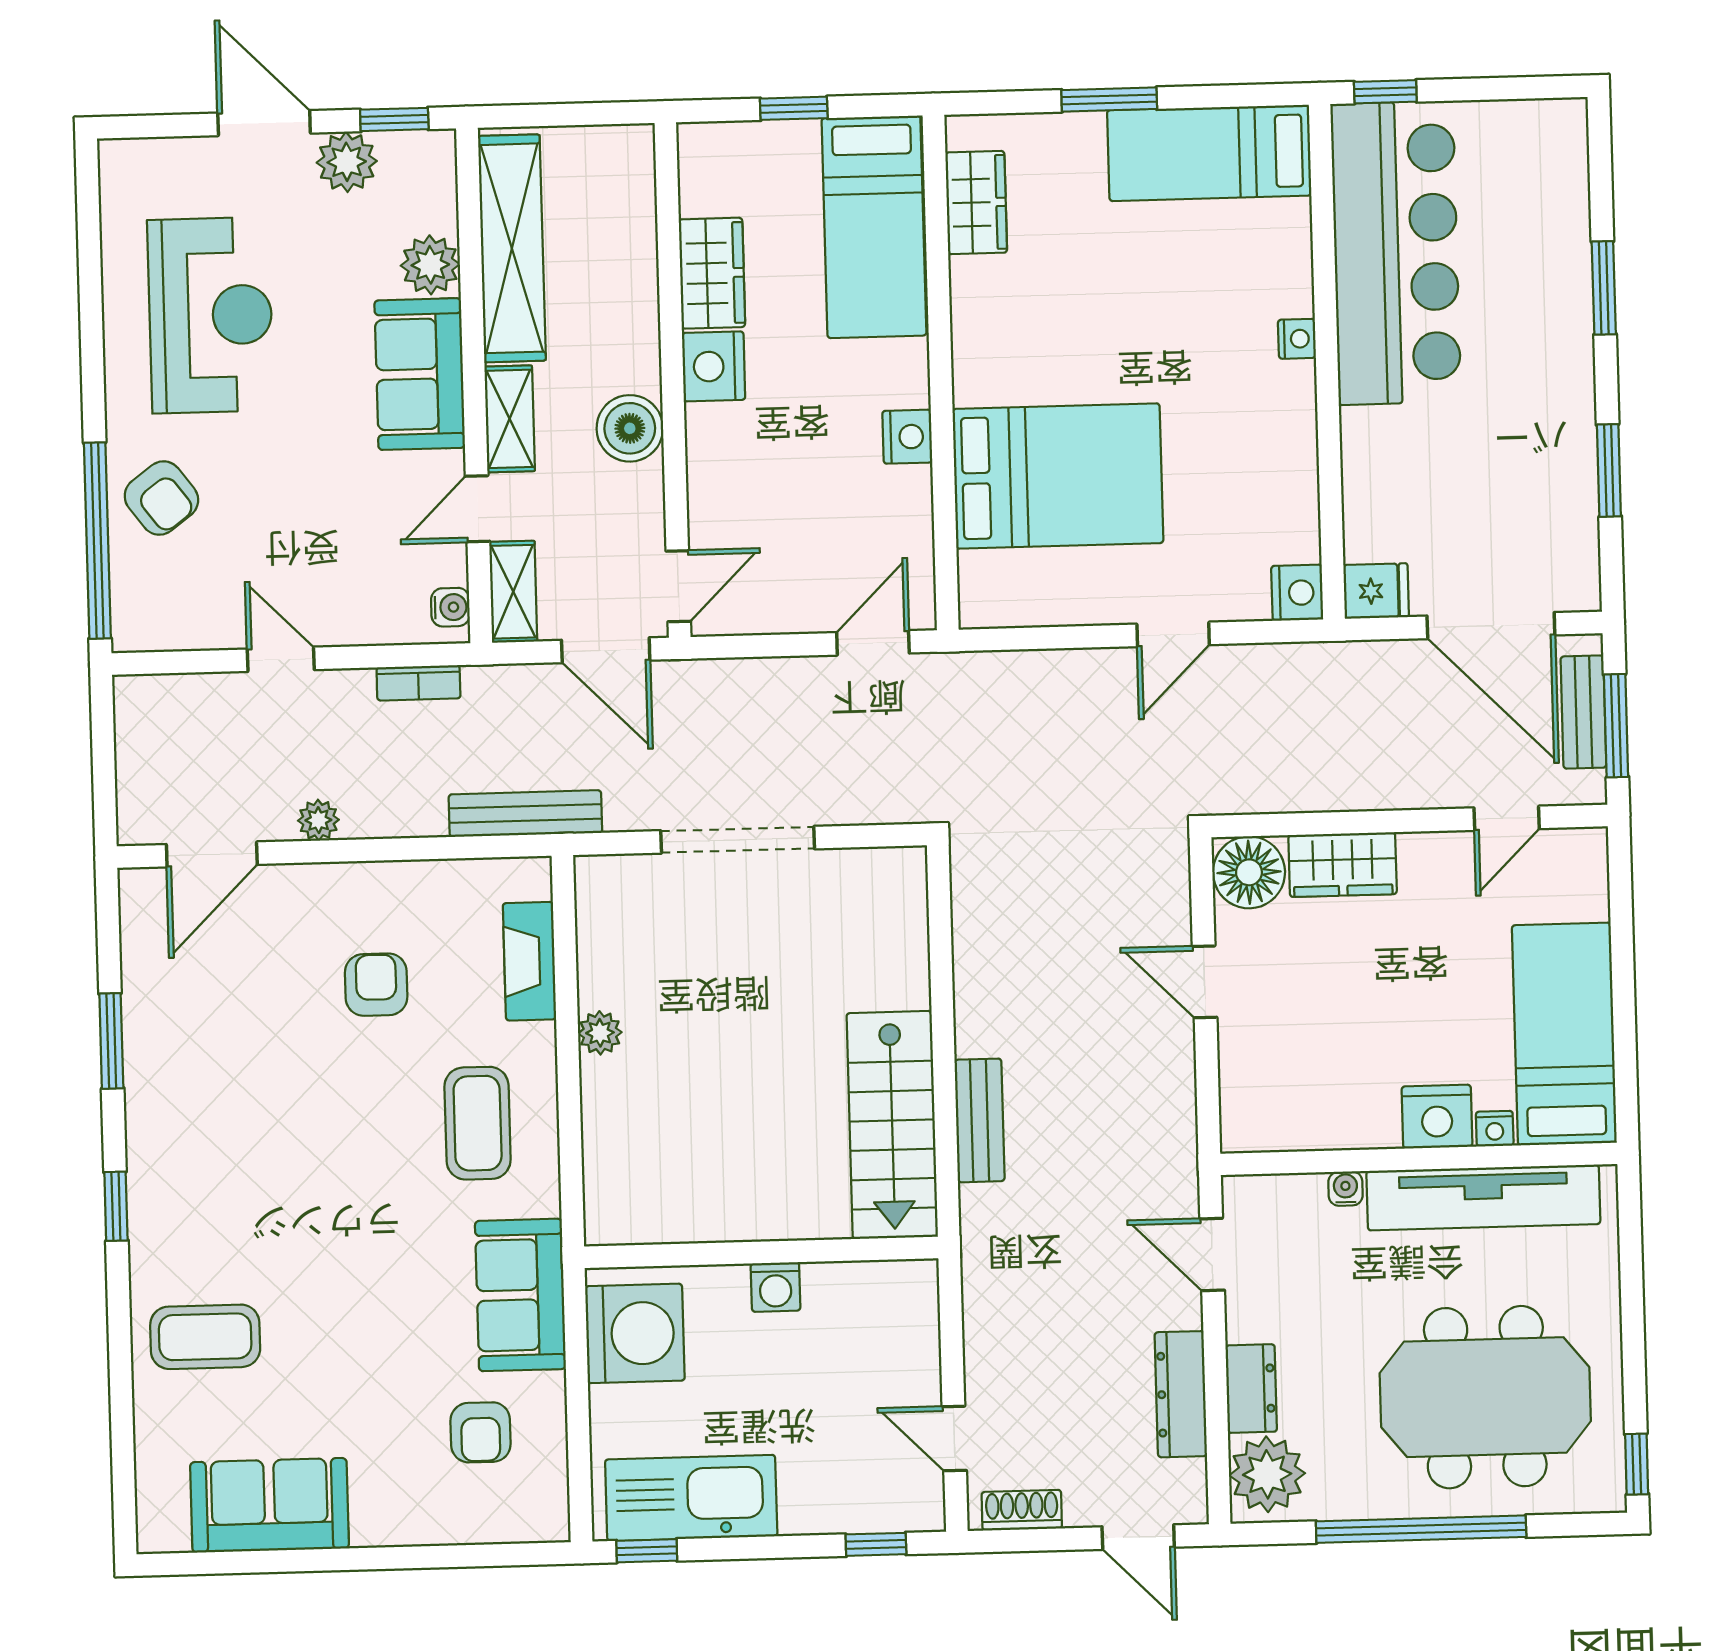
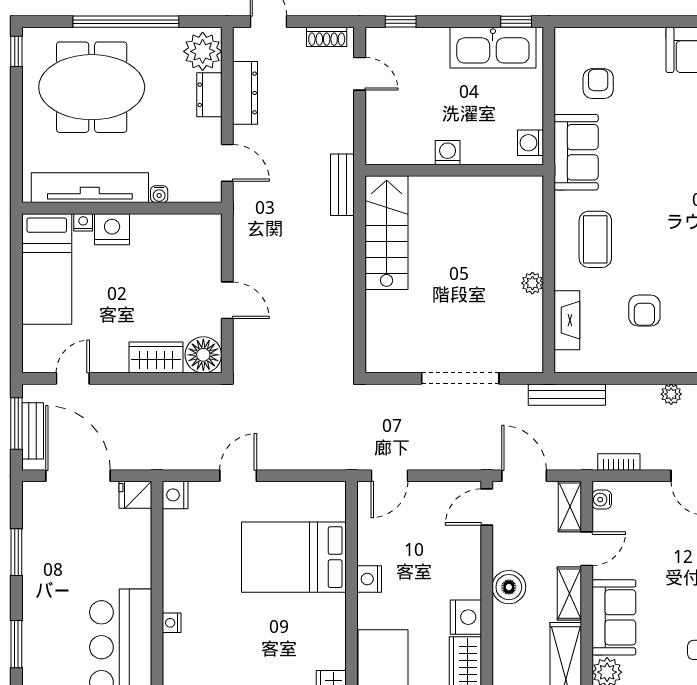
bench: (980, 1120) -> (342, 185), moved
washing machine: (635, 1333) -> (530, 143), width x0.53, depth x0.53

